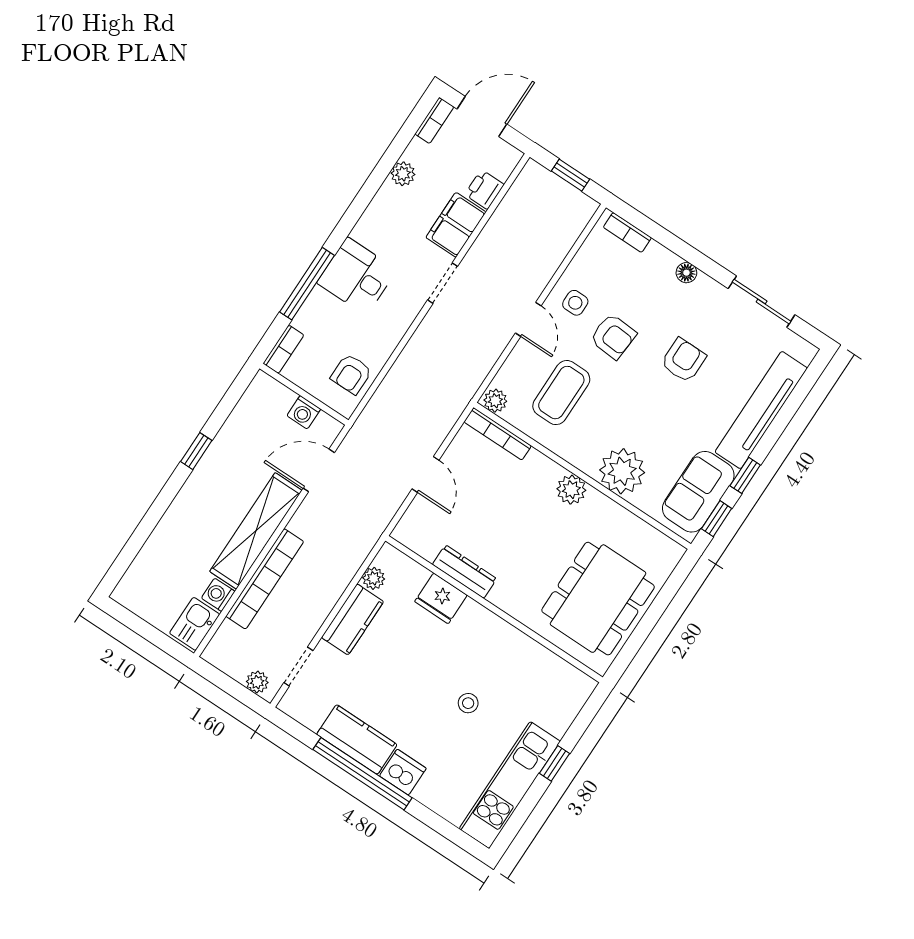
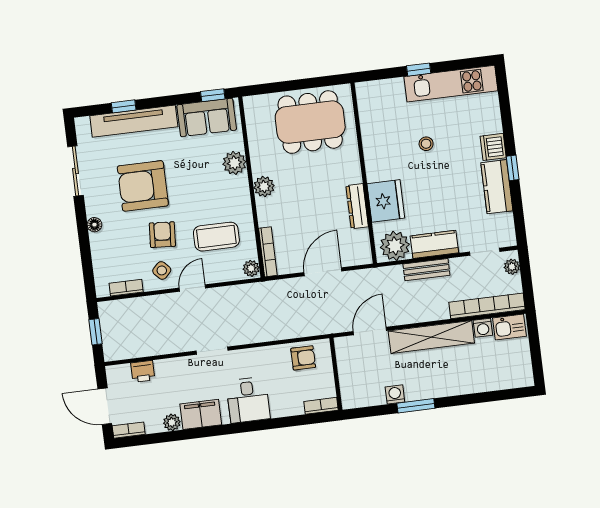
filing cabinet: (456, 225) -> (201, 414), moved, turned 180
bookcase: (627, 232) -> (126, 288), moved, turned -90
window: (307, 284) -> (275, 423), removed
side table: (575, 303) -> (162, 270), turned 45
armchair: (683, 360) -> (143, 186), width x1.88, depth x1.88
washing machine: (304, 412) -> (395, 394), moved, turned -90
window: (196, 451) -> (416, 406), width x1.50
door: (319, 470) -> (370, 331), swing flipped
plant: (622, 471) -> (234, 163), width x0.73, depth x0.73
door: (426, 474) -> (323, 272), width x1.38
window: (745, 475) -> (124, 106), moved
plant: (374, 578) -> (395, 246), width x1.88, depth x1.88
bookcase: (265, 579) -> (487, 306), moved
bench: (333, 588) -> (426, 270), added
fridge: (441, 598) -> (386, 201), width x1.36, depth x1.34
window: (363, 774) -> (513, 168), width x0.32

